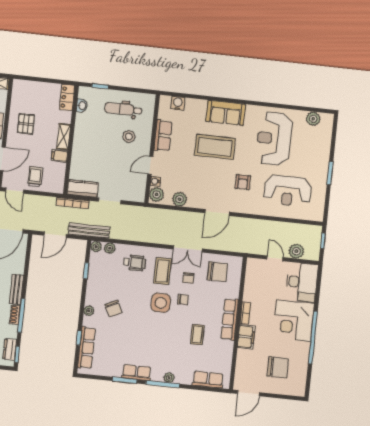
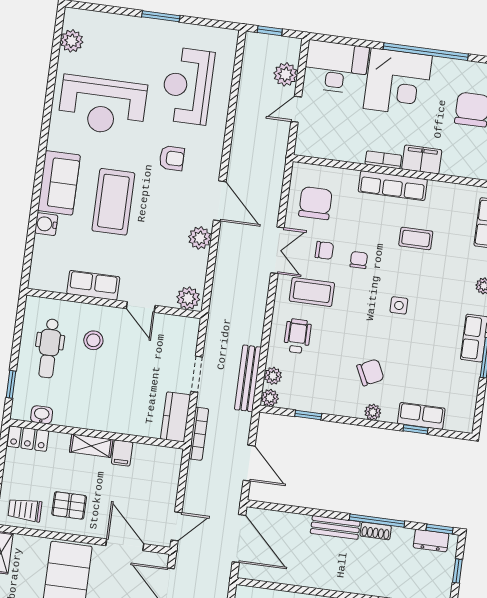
water cooler: (178, 103) -> (46, 224), moved
trolley: (35, 177) -> (25, 510), moved
water cooler: (155, 181) -> (167, 300), removed
reception desk: (288, 191) -> (187, 86), turned 180
plant: (180, 199) -> (200, 238), moved
bench: (89, 231) -> (248, 378), moved
side table: (161, 303) -> (399, 305), moved, width x0.54, depth x0.54
row of seats: (87, 348) -> (421, 416), width x0.68

